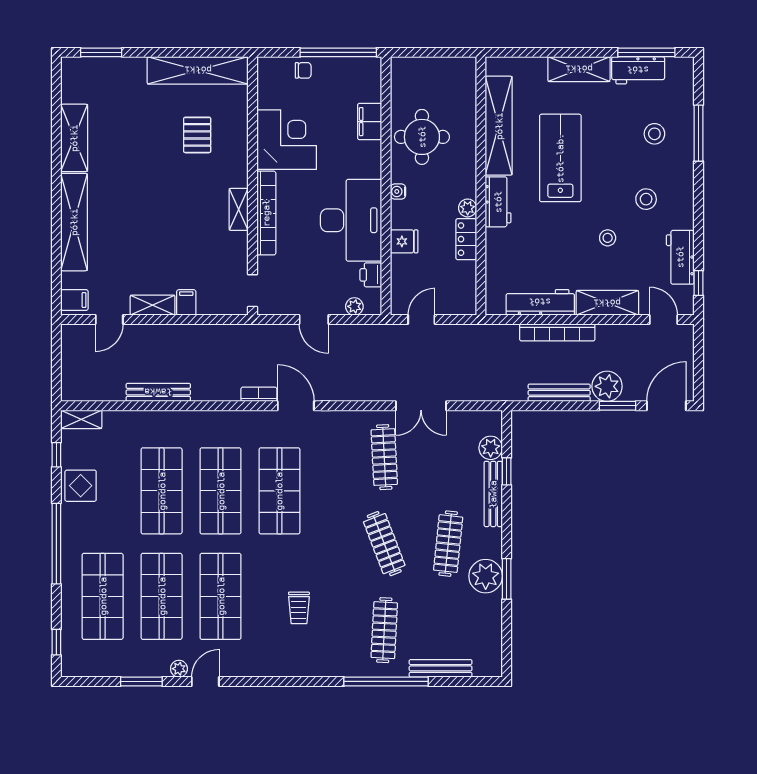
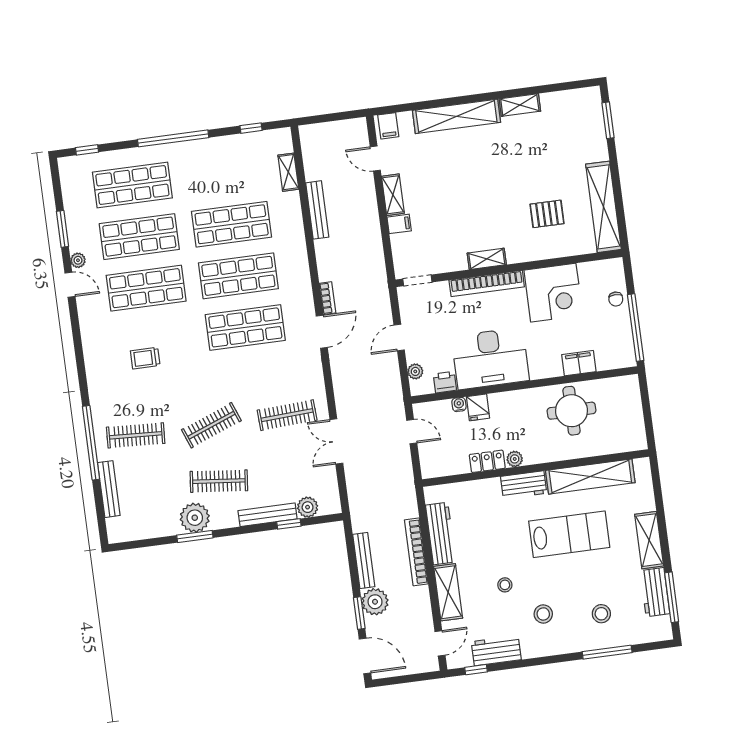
shelving: (74, 138) -> (520, 105), width x0.67, depth x0.75
water cooler: (398, 191) -> (459, 404), moved
shelving: (81, 419) -> (288, 172), moved
display table: (81, 486) -> (227, 153), removed

